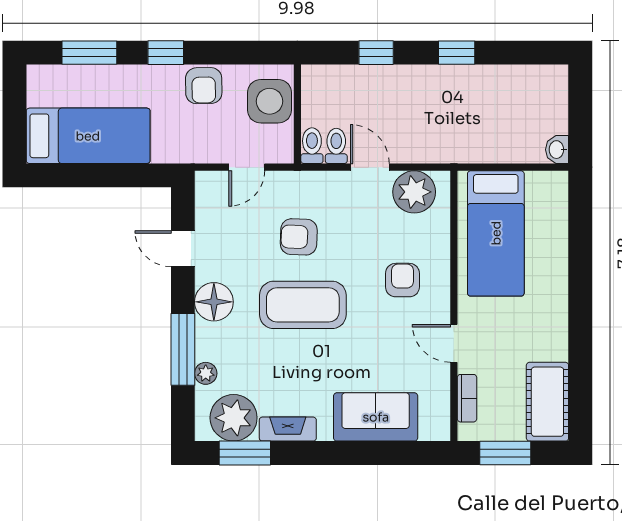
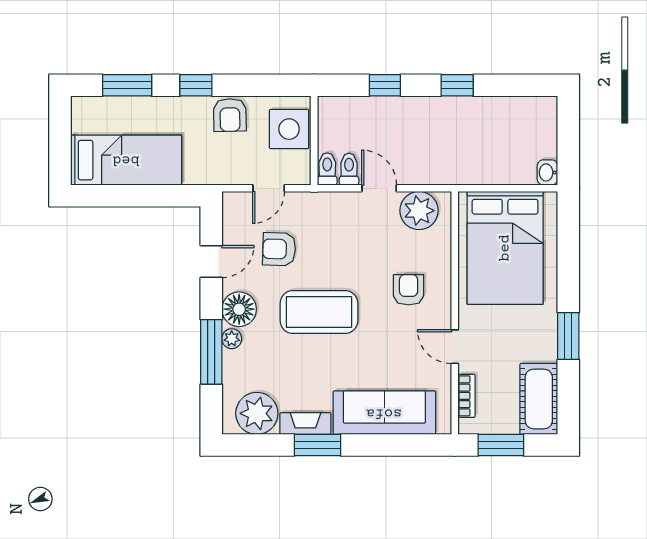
bed: (496, 233) -> (505, 248), width x1.50
armchair: (299, 237) -> (279, 249), moved
door: (183, 249) -> (211, 262), swing flipped
window: (580, 332) -> (568, 336), added
plant: (206, 373) -> (232, 339), moved
sofa: (376, 417) -> (384, 413), width x1.36
window: (245, 453) -> (318, 445), moved

